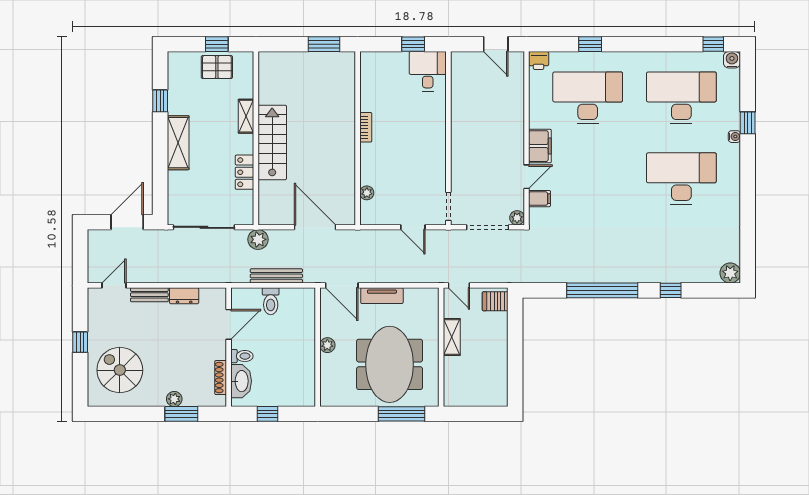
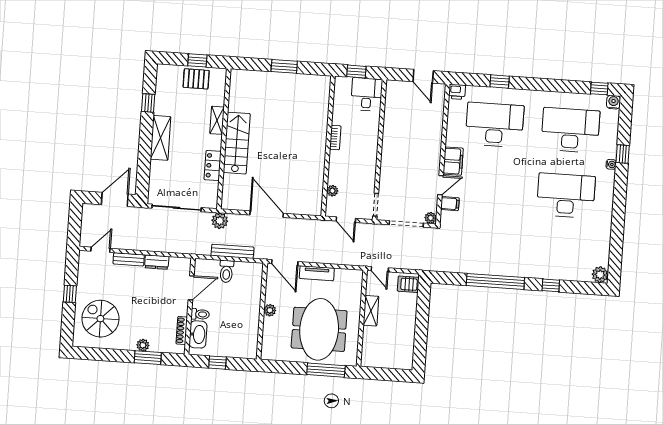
bookcase: (366, 127) -> (335, 138), moved
wall: (358, 138) -> (328, 146), moved
plant: (367, 193) -> (332, 191), moved

